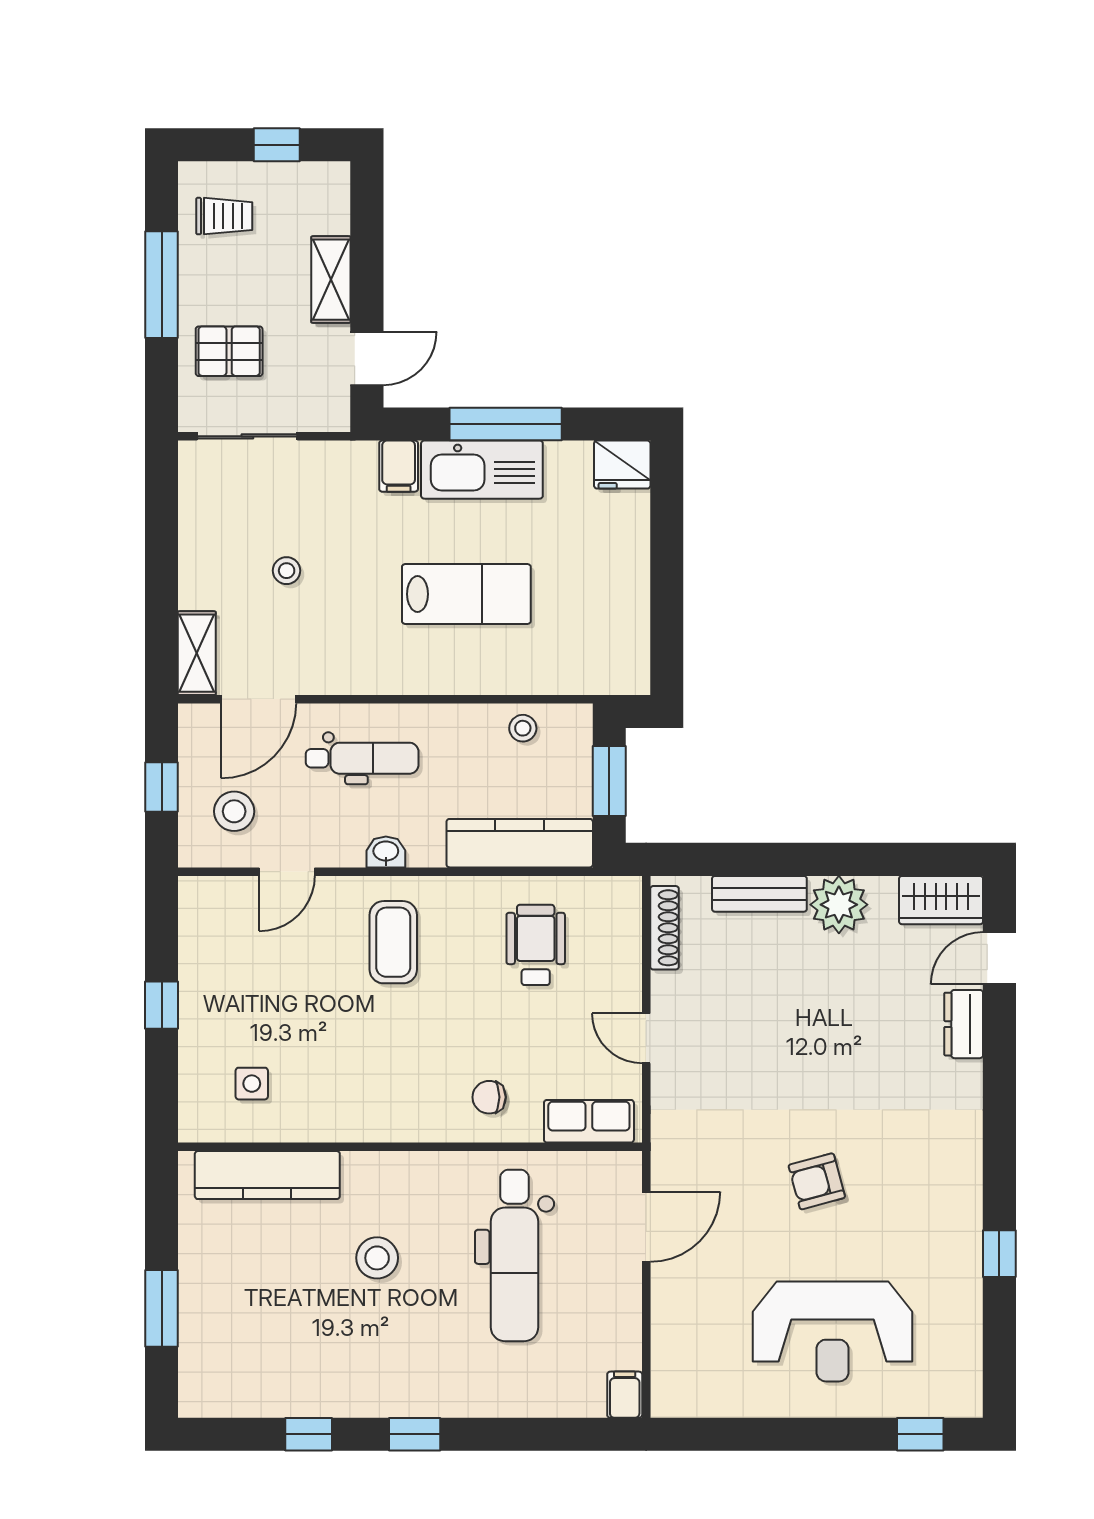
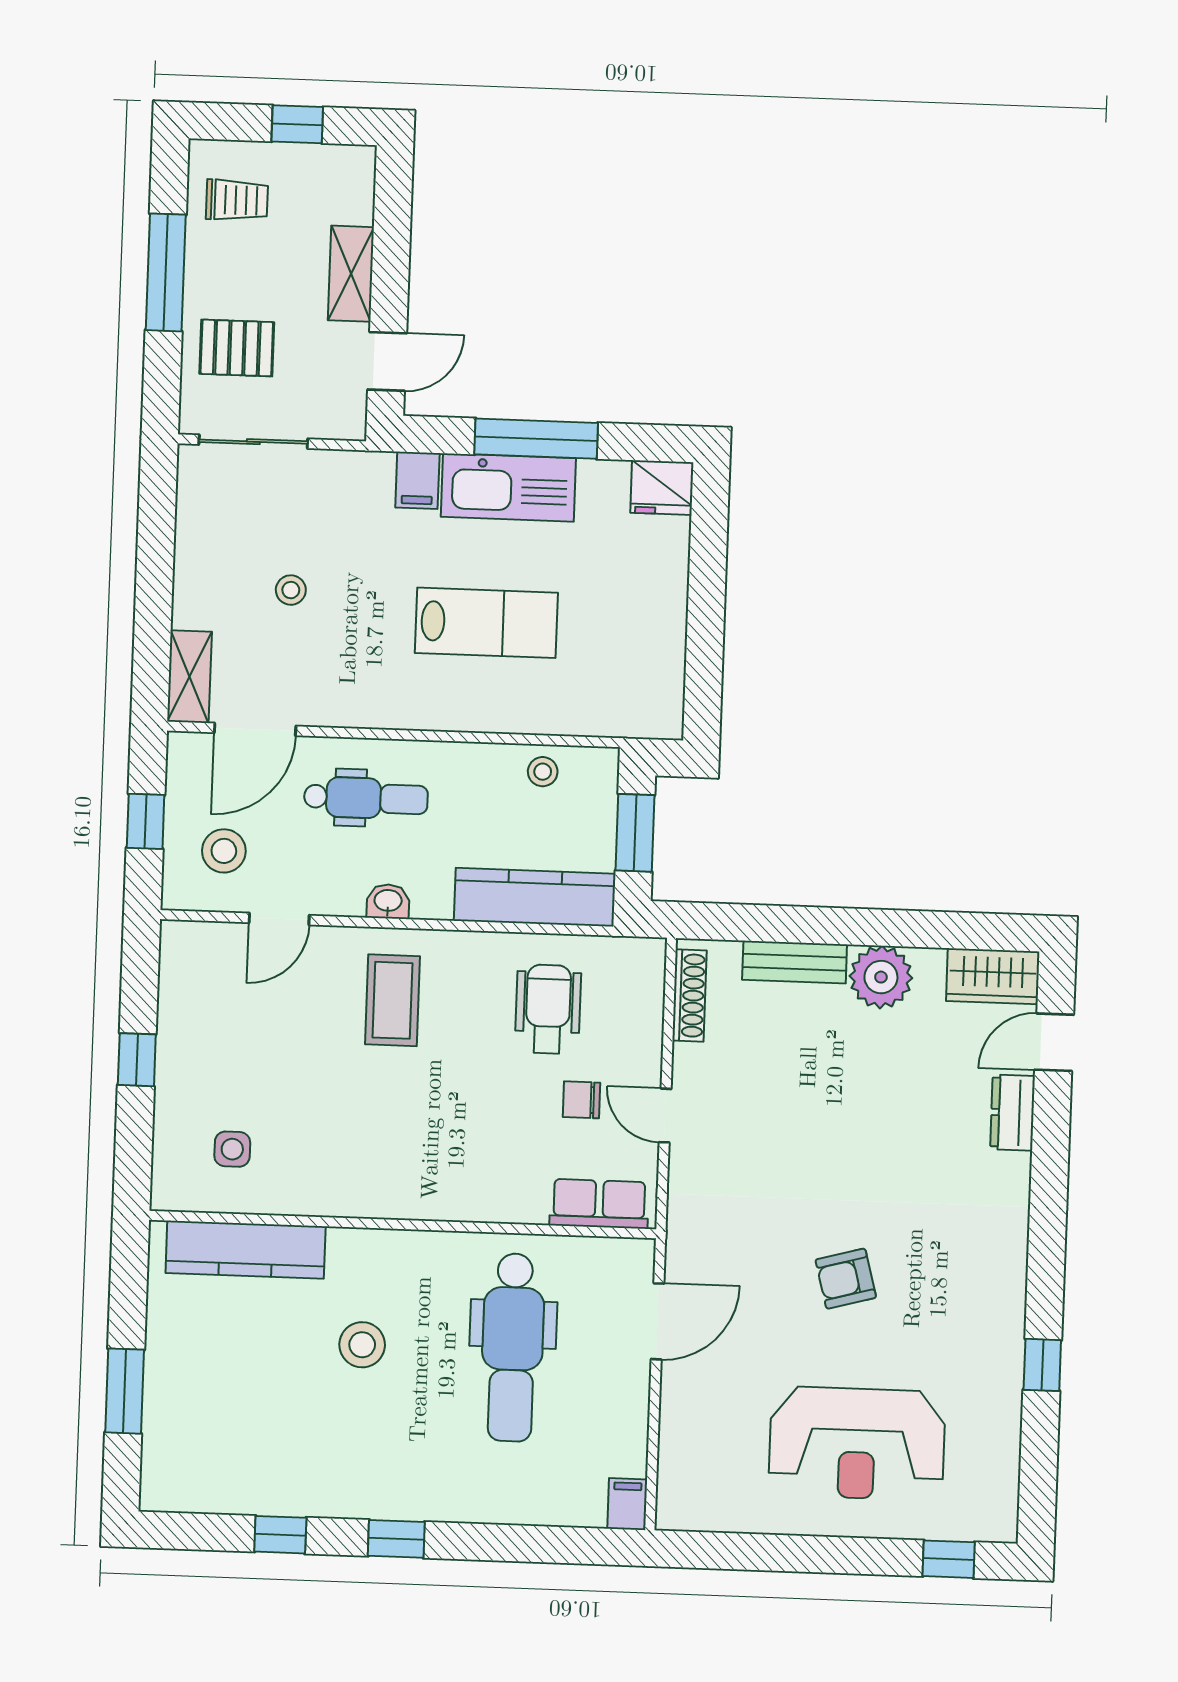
chair: (489, 1097) -> (581, 1100), moved

